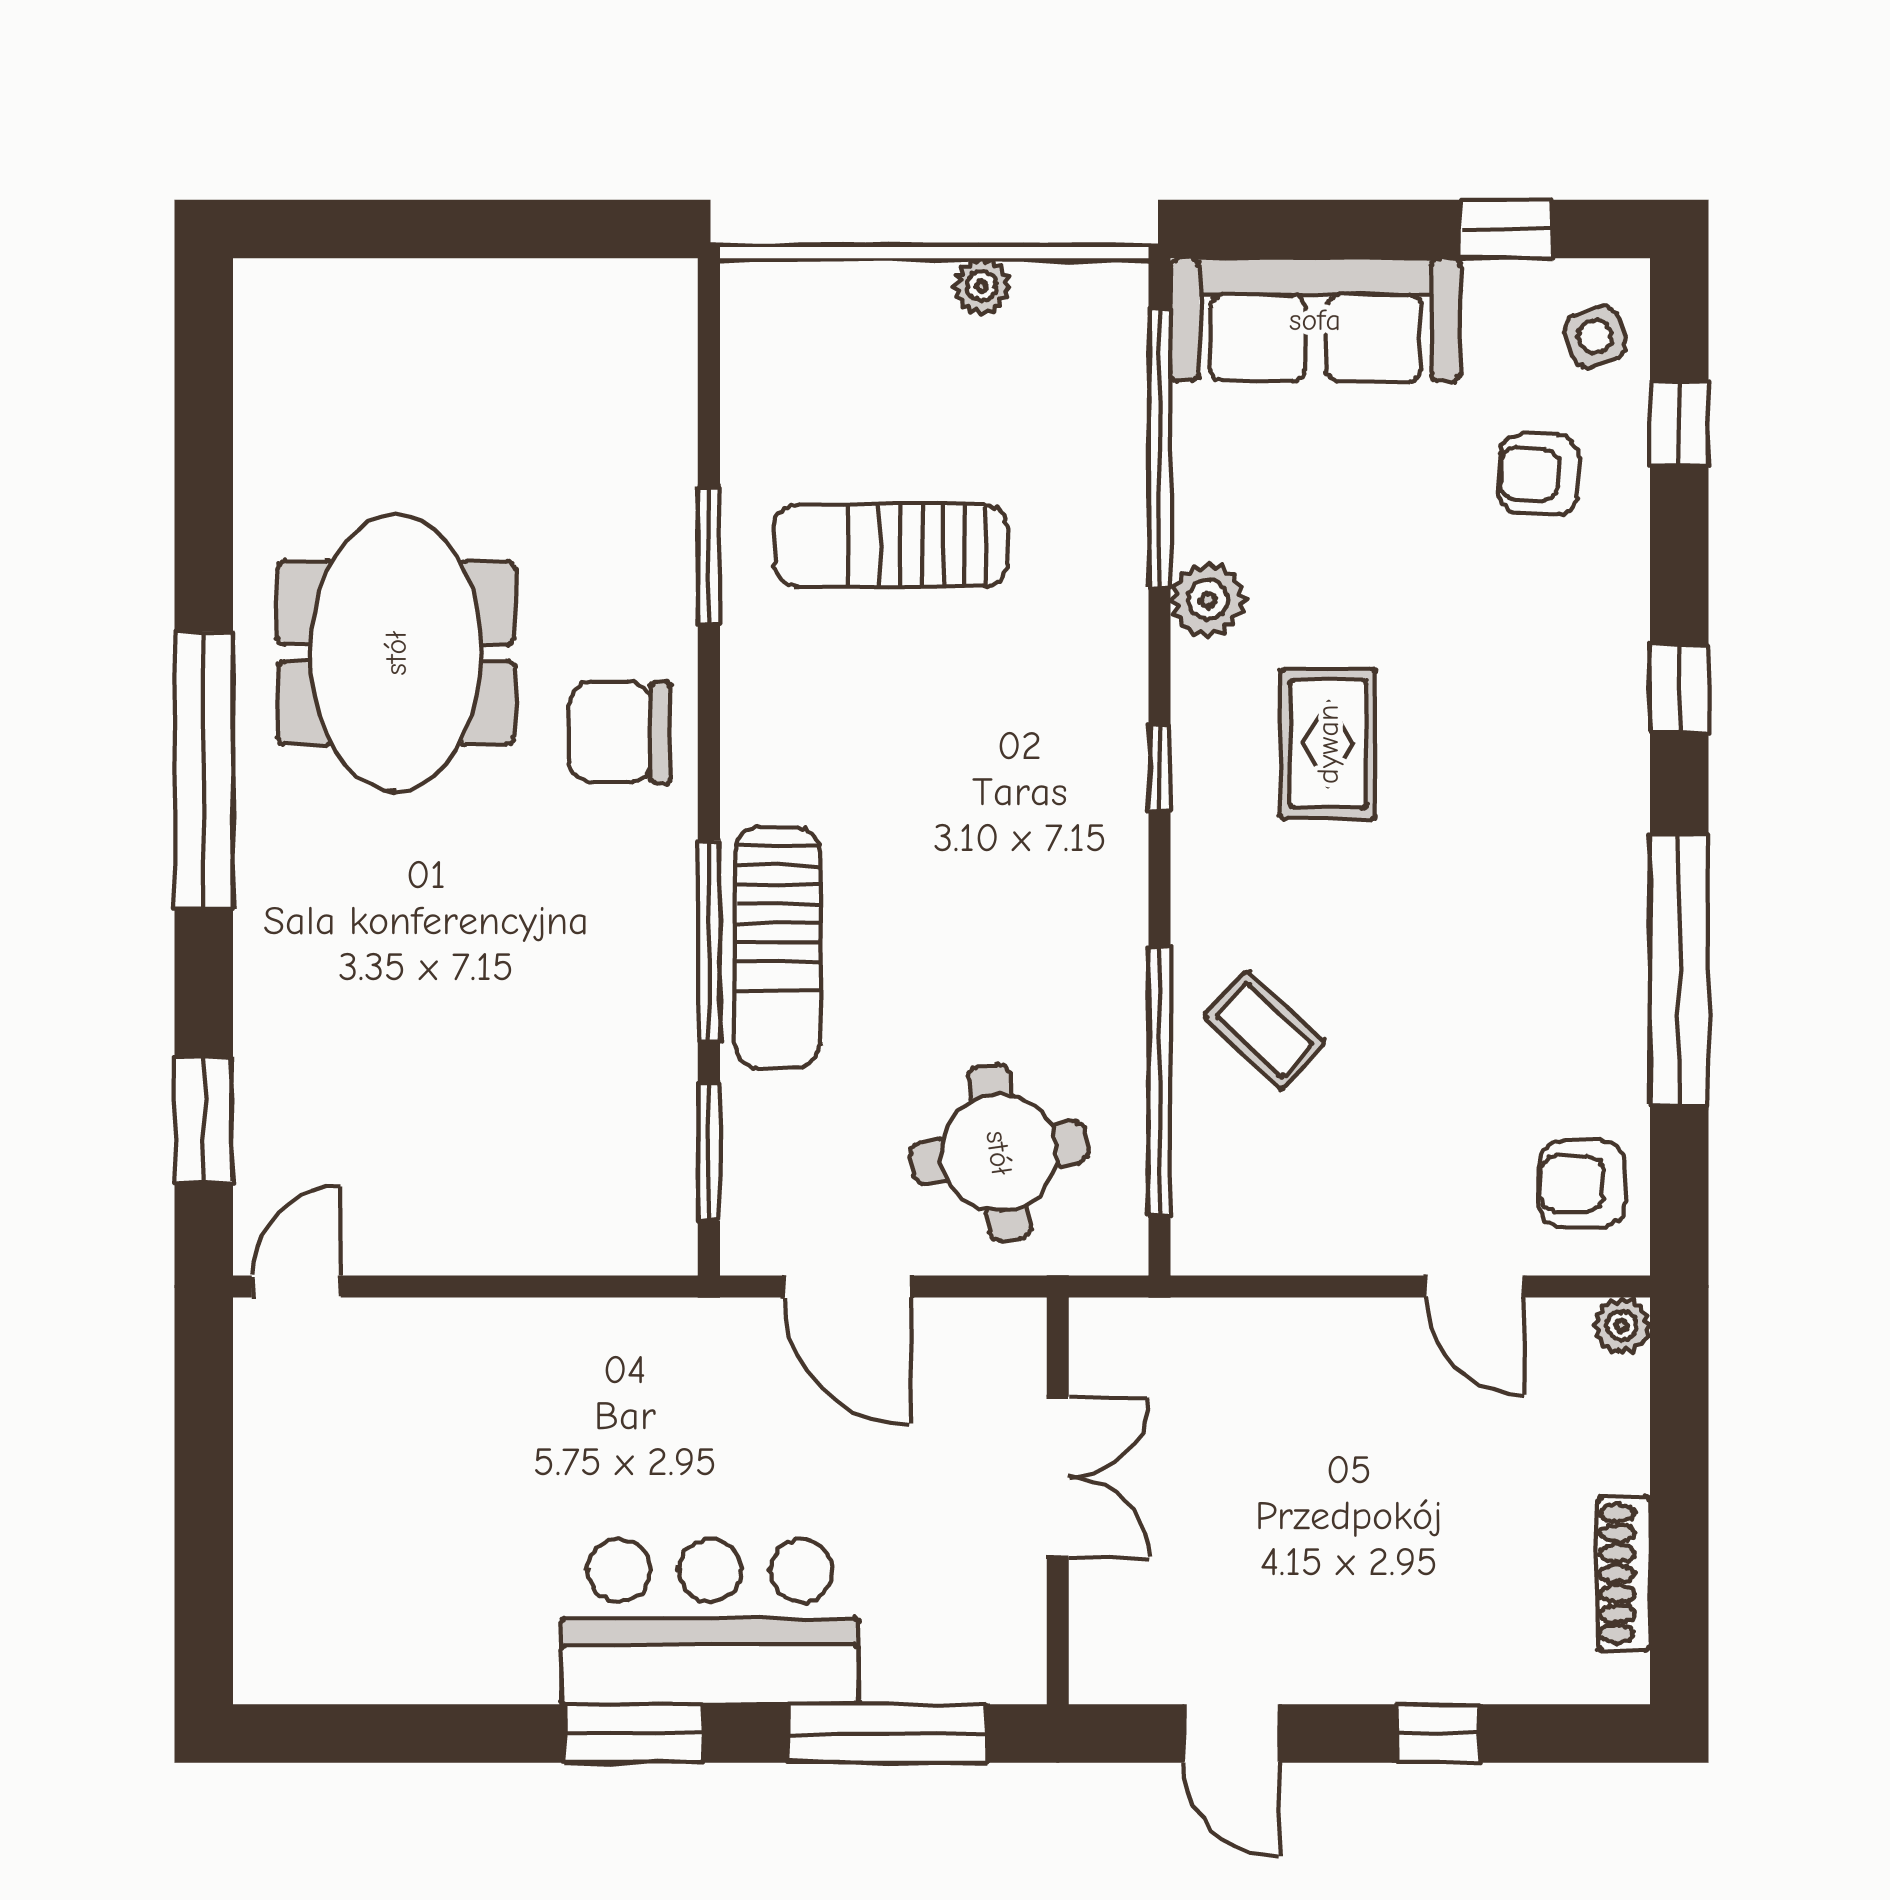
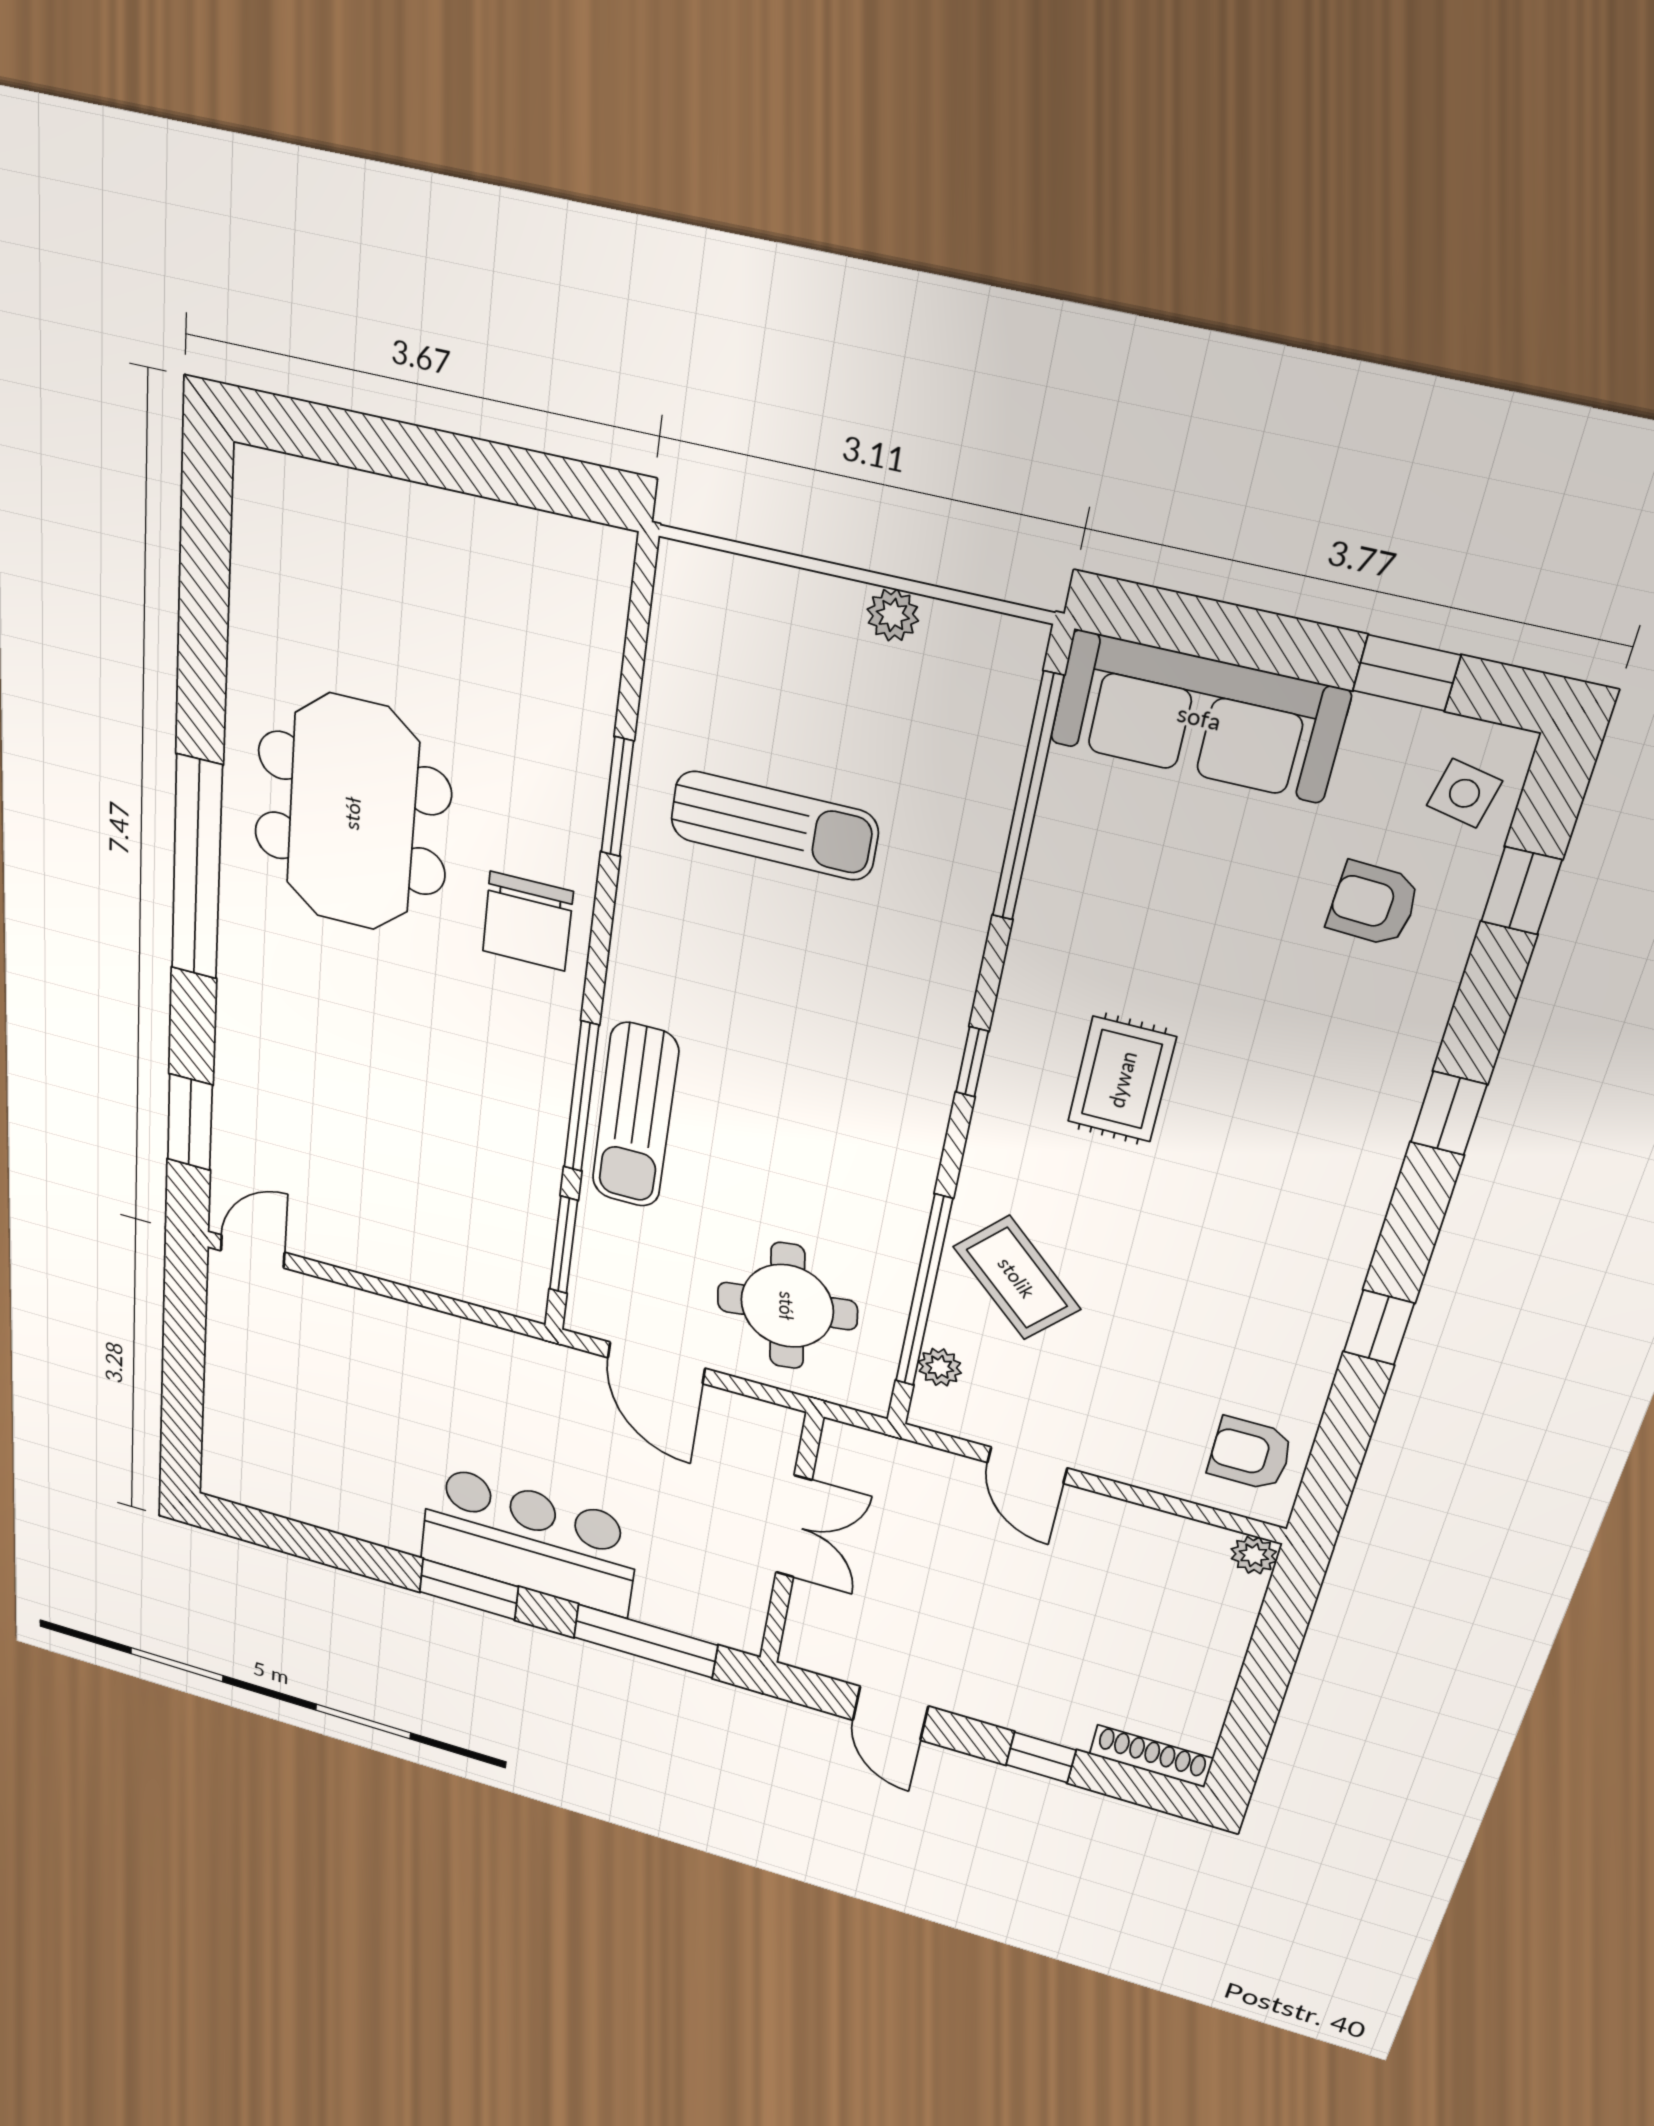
side table: (1595, 336) -> (1464, 793), turned 30
sun lounger: (891, 546) -> (774, 826), turned 180
plant: (1208, 600) -> (940, 1367), moved, width x0.73, depth x0.73
chair: (620, 732) -> (528, 921), turned -90
window: (1679, 970) -> (1379, 1328), width x0.32
coffee table: (1264, 1030) -> (1017, 1278), width x1.36, depth x1.30
door: (1475, 1287) -> (1027, 1465), moved
shoe rack: (1624, 1574) -> (1151, 1756), moved, turned 90

